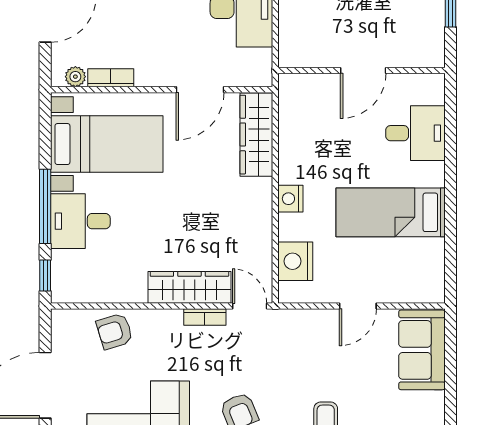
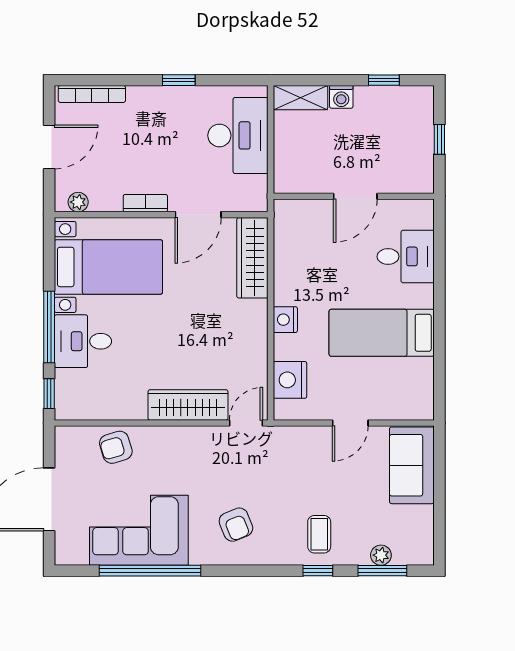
bookcase: (111, 78) -> (145, 203), moved
door: (250, 306) -> (246, 423), hinge flipped
bookcase: (205, 317) -> (203, 434), removed

